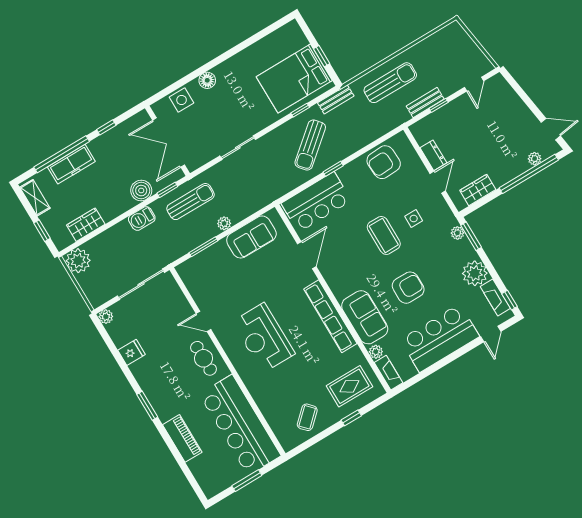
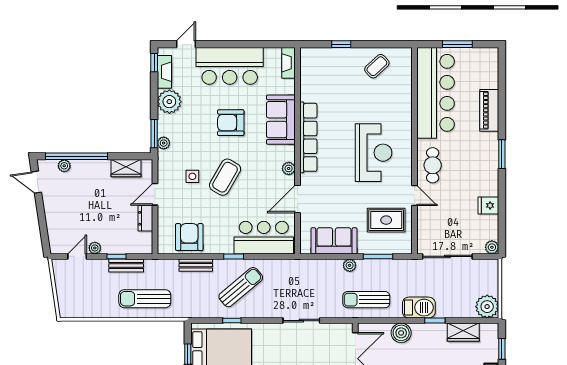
bench: (336, 99) -> (196, 265), moved
plant: (463, 101) -> (95, 248), added
armchair: (384, 162) -> (189, 237), turned -87
window: (167, 190) -> (435, 321), moved
barbecue: (142, 218) -> (419, 308), width x1.38, depth x1.27
coffee table: (384, 235) -> (225, 177), turned 30
plant: (376, 352) -> (289, 168), moved
rug: (349, 386) -> (386, 220), moved

